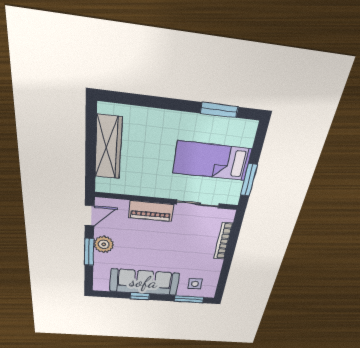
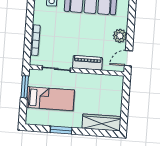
window: (219, 110) -> (61, 130), moved
wardrobe: (108, 148) -> (101, 122), moved, turned 90
window: (89, 252) -> (131, 29), removed

